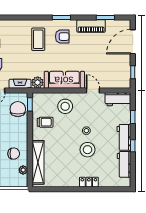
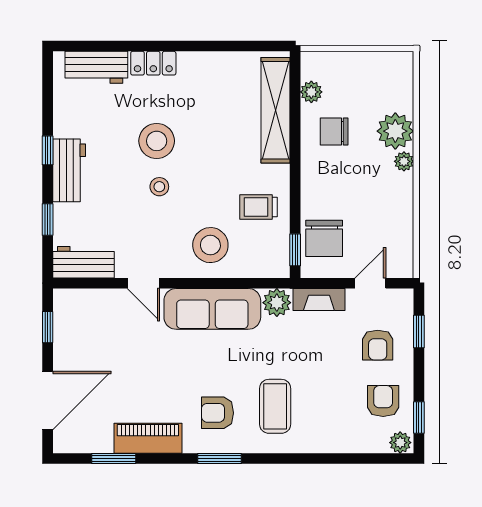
workbench: (124, 164) -> (96, 67), moved, turned 90

